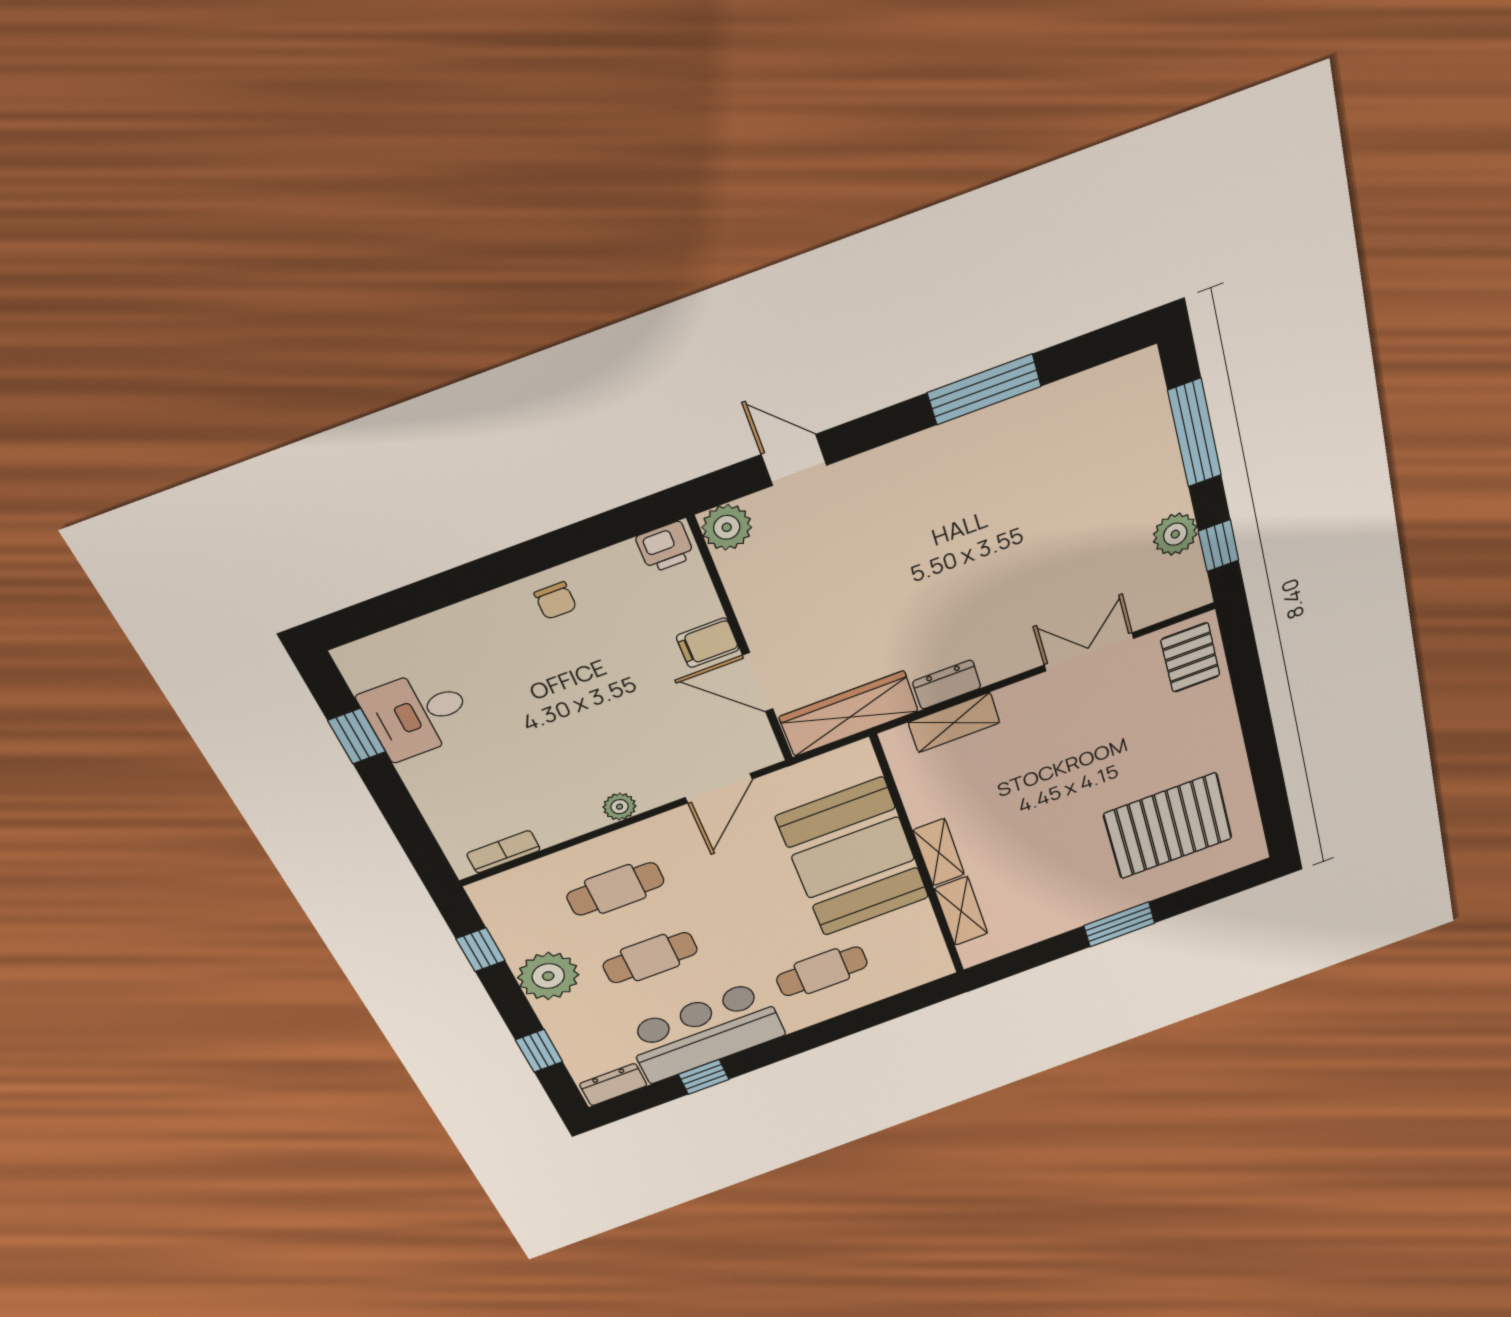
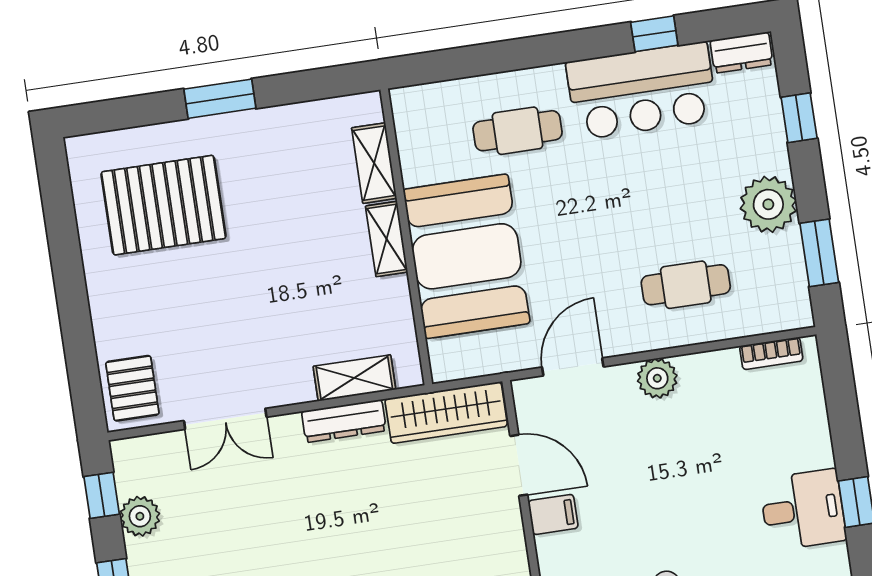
dresser: (947, 685) -> (344, 421), width x1.44
plant: (620, 807) -> (657, 378), width x1.38, depth x1.38
window: (481, 950) -> (819, 253), width x1.50
cafe table: (650, 958) -> (673, 197), removed

